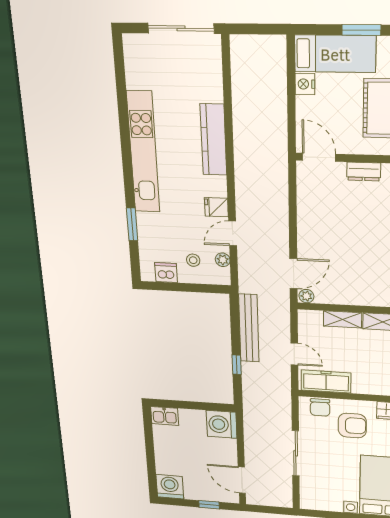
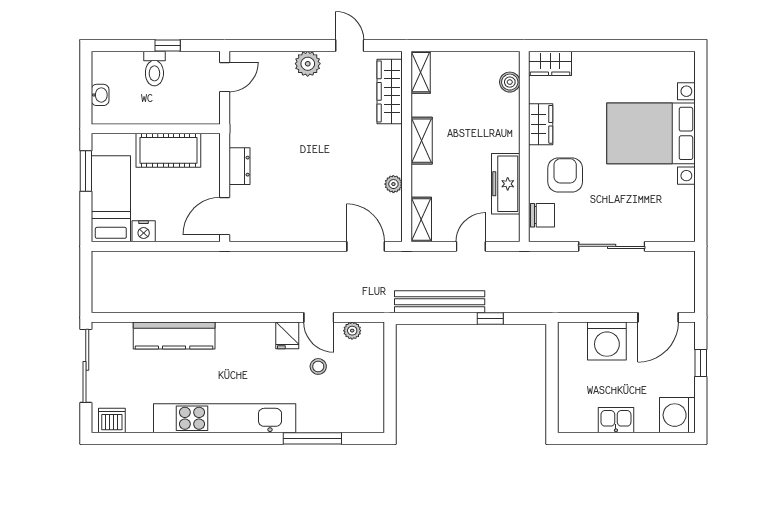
kitchen counter: (213, 140) -> (174, 335), moved
window: (132, 224) -> (312, 438), width x1.44
stool: (193, 260) -> (318, 366), moved
dishwasher: (166, 273) -> (112, 420), moved, turned 90
plant: (306, 296) -> (393, 184), moved
shelving: (343, 319) -> (421, 220), moved
freezer: (326, 381) -> (506, 184), moved
kitchen sink: (165, 416) -> (616, 420), moved, turned -90
washing machine: (222, 424) -> (607, 341), moved

